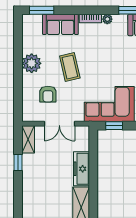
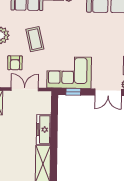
double door: (59, 124) -> (25, 89), swing flipped

